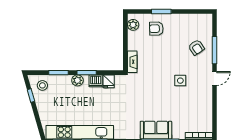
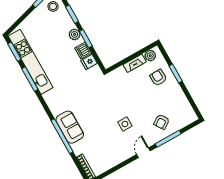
fireplace: (132, 62) -> (135, 63), moved
door: (214, 78) -> (143, 153), swing flipped

